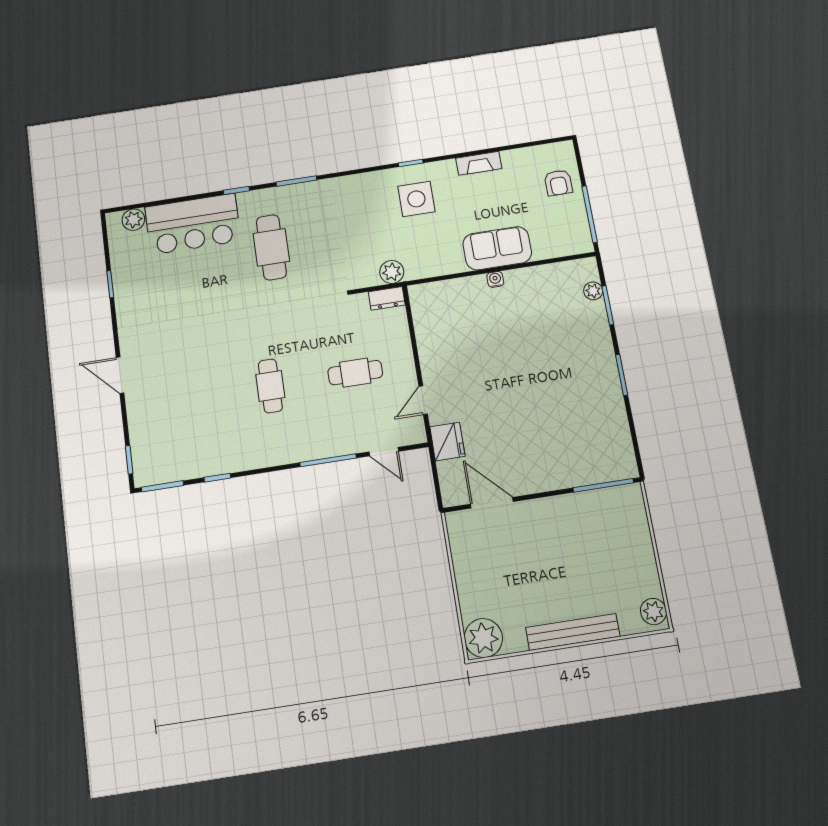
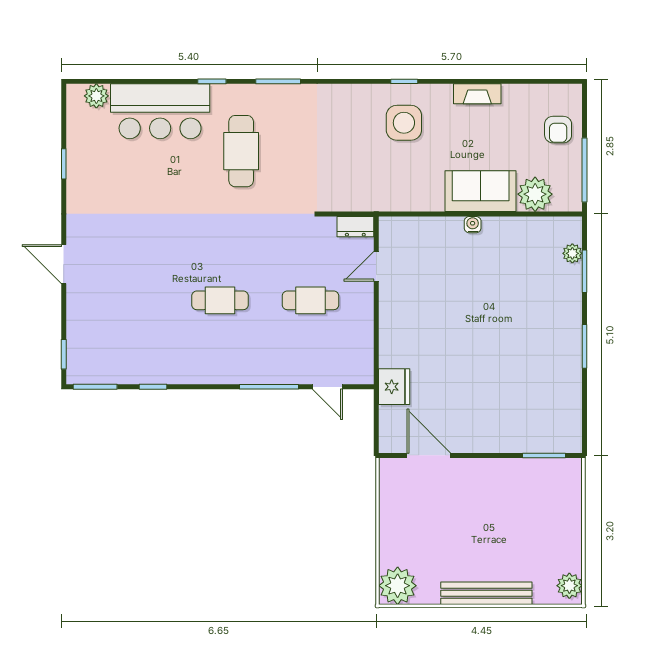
plant: (392, 272) -> (535, 194), moved, width x1.36, depth x1.36
cafe table: (270, 386) -> (220, 300), turned 90
door: (423, 400) -> (376, 266), moved
window: (603, 485) -> (544, 455), width x0.69

